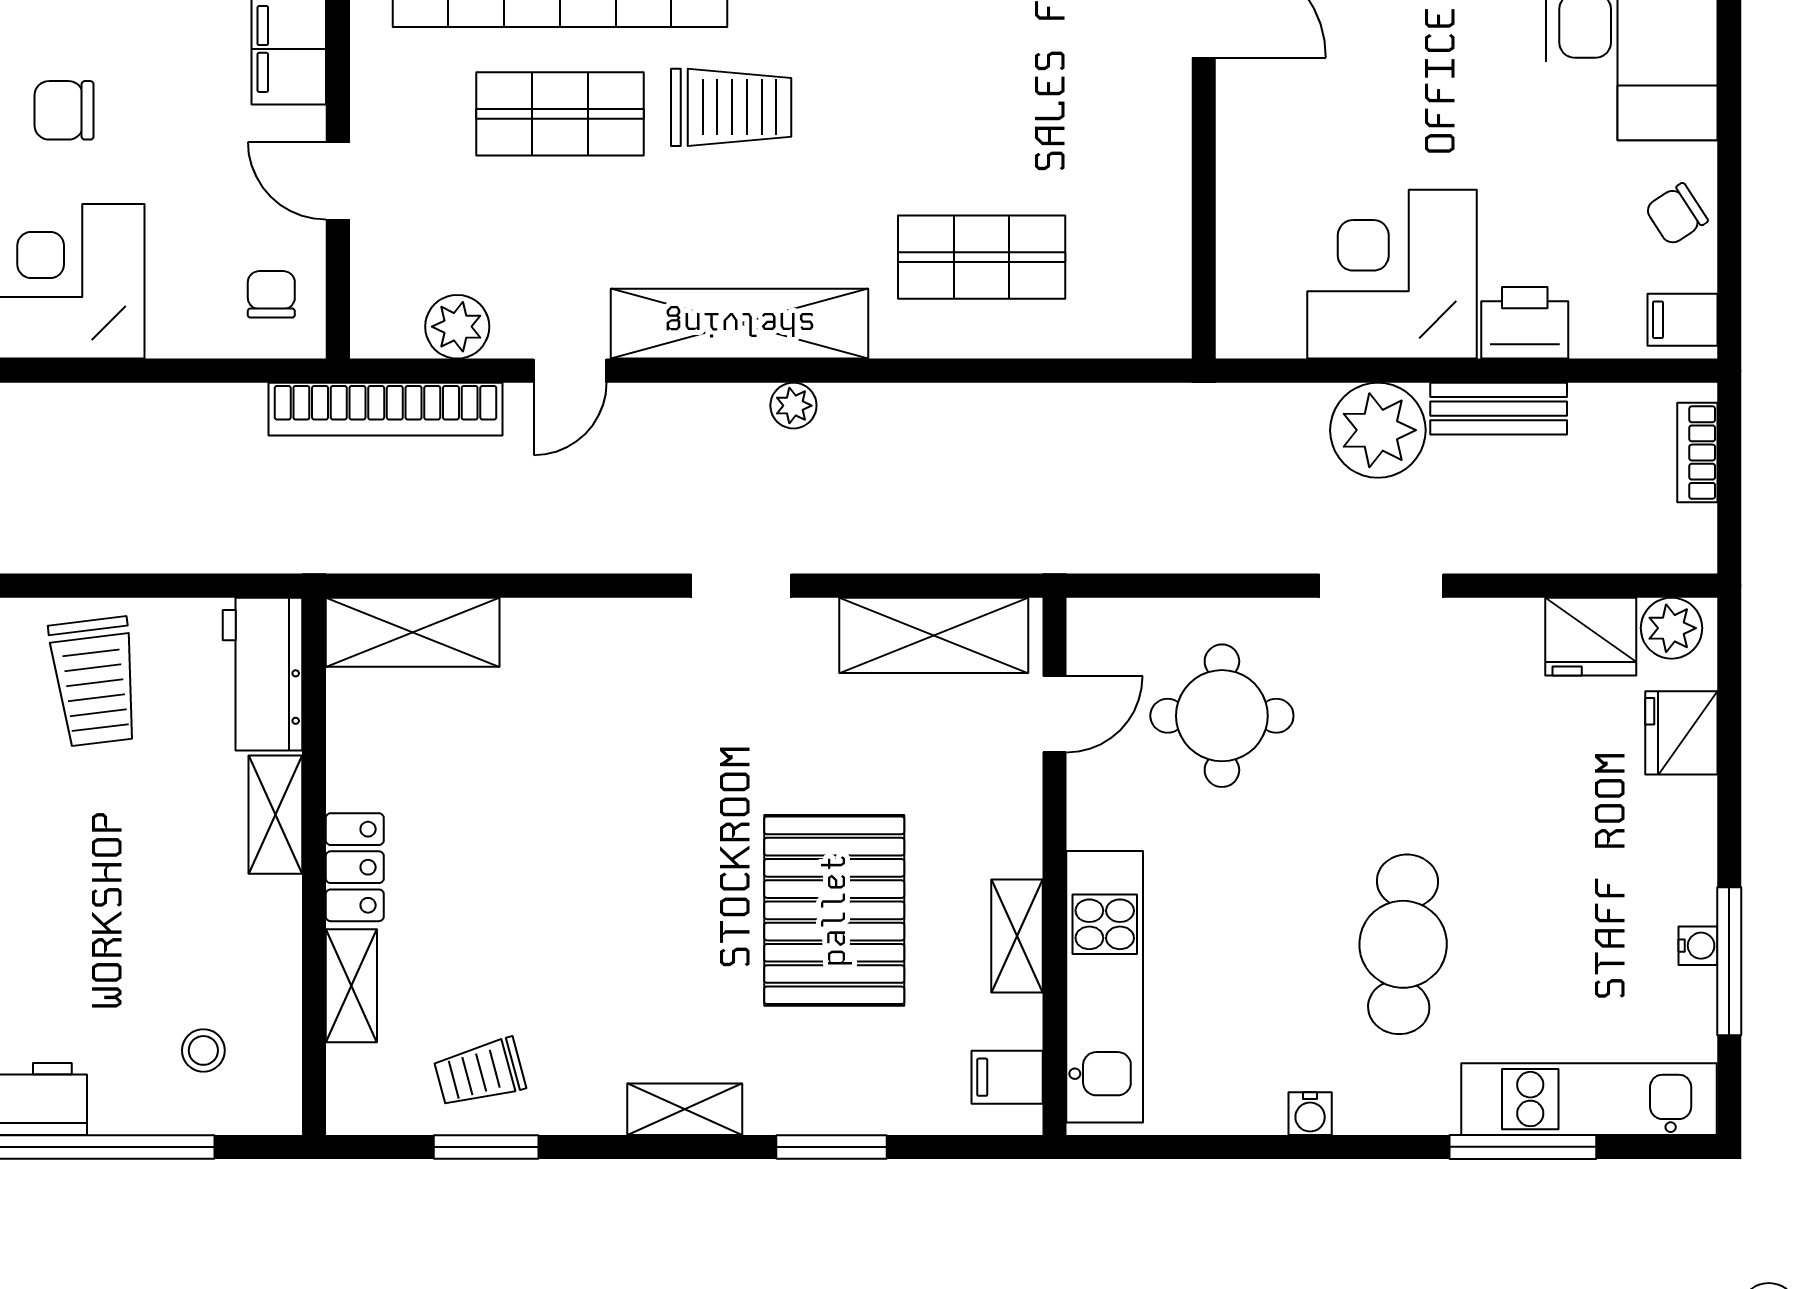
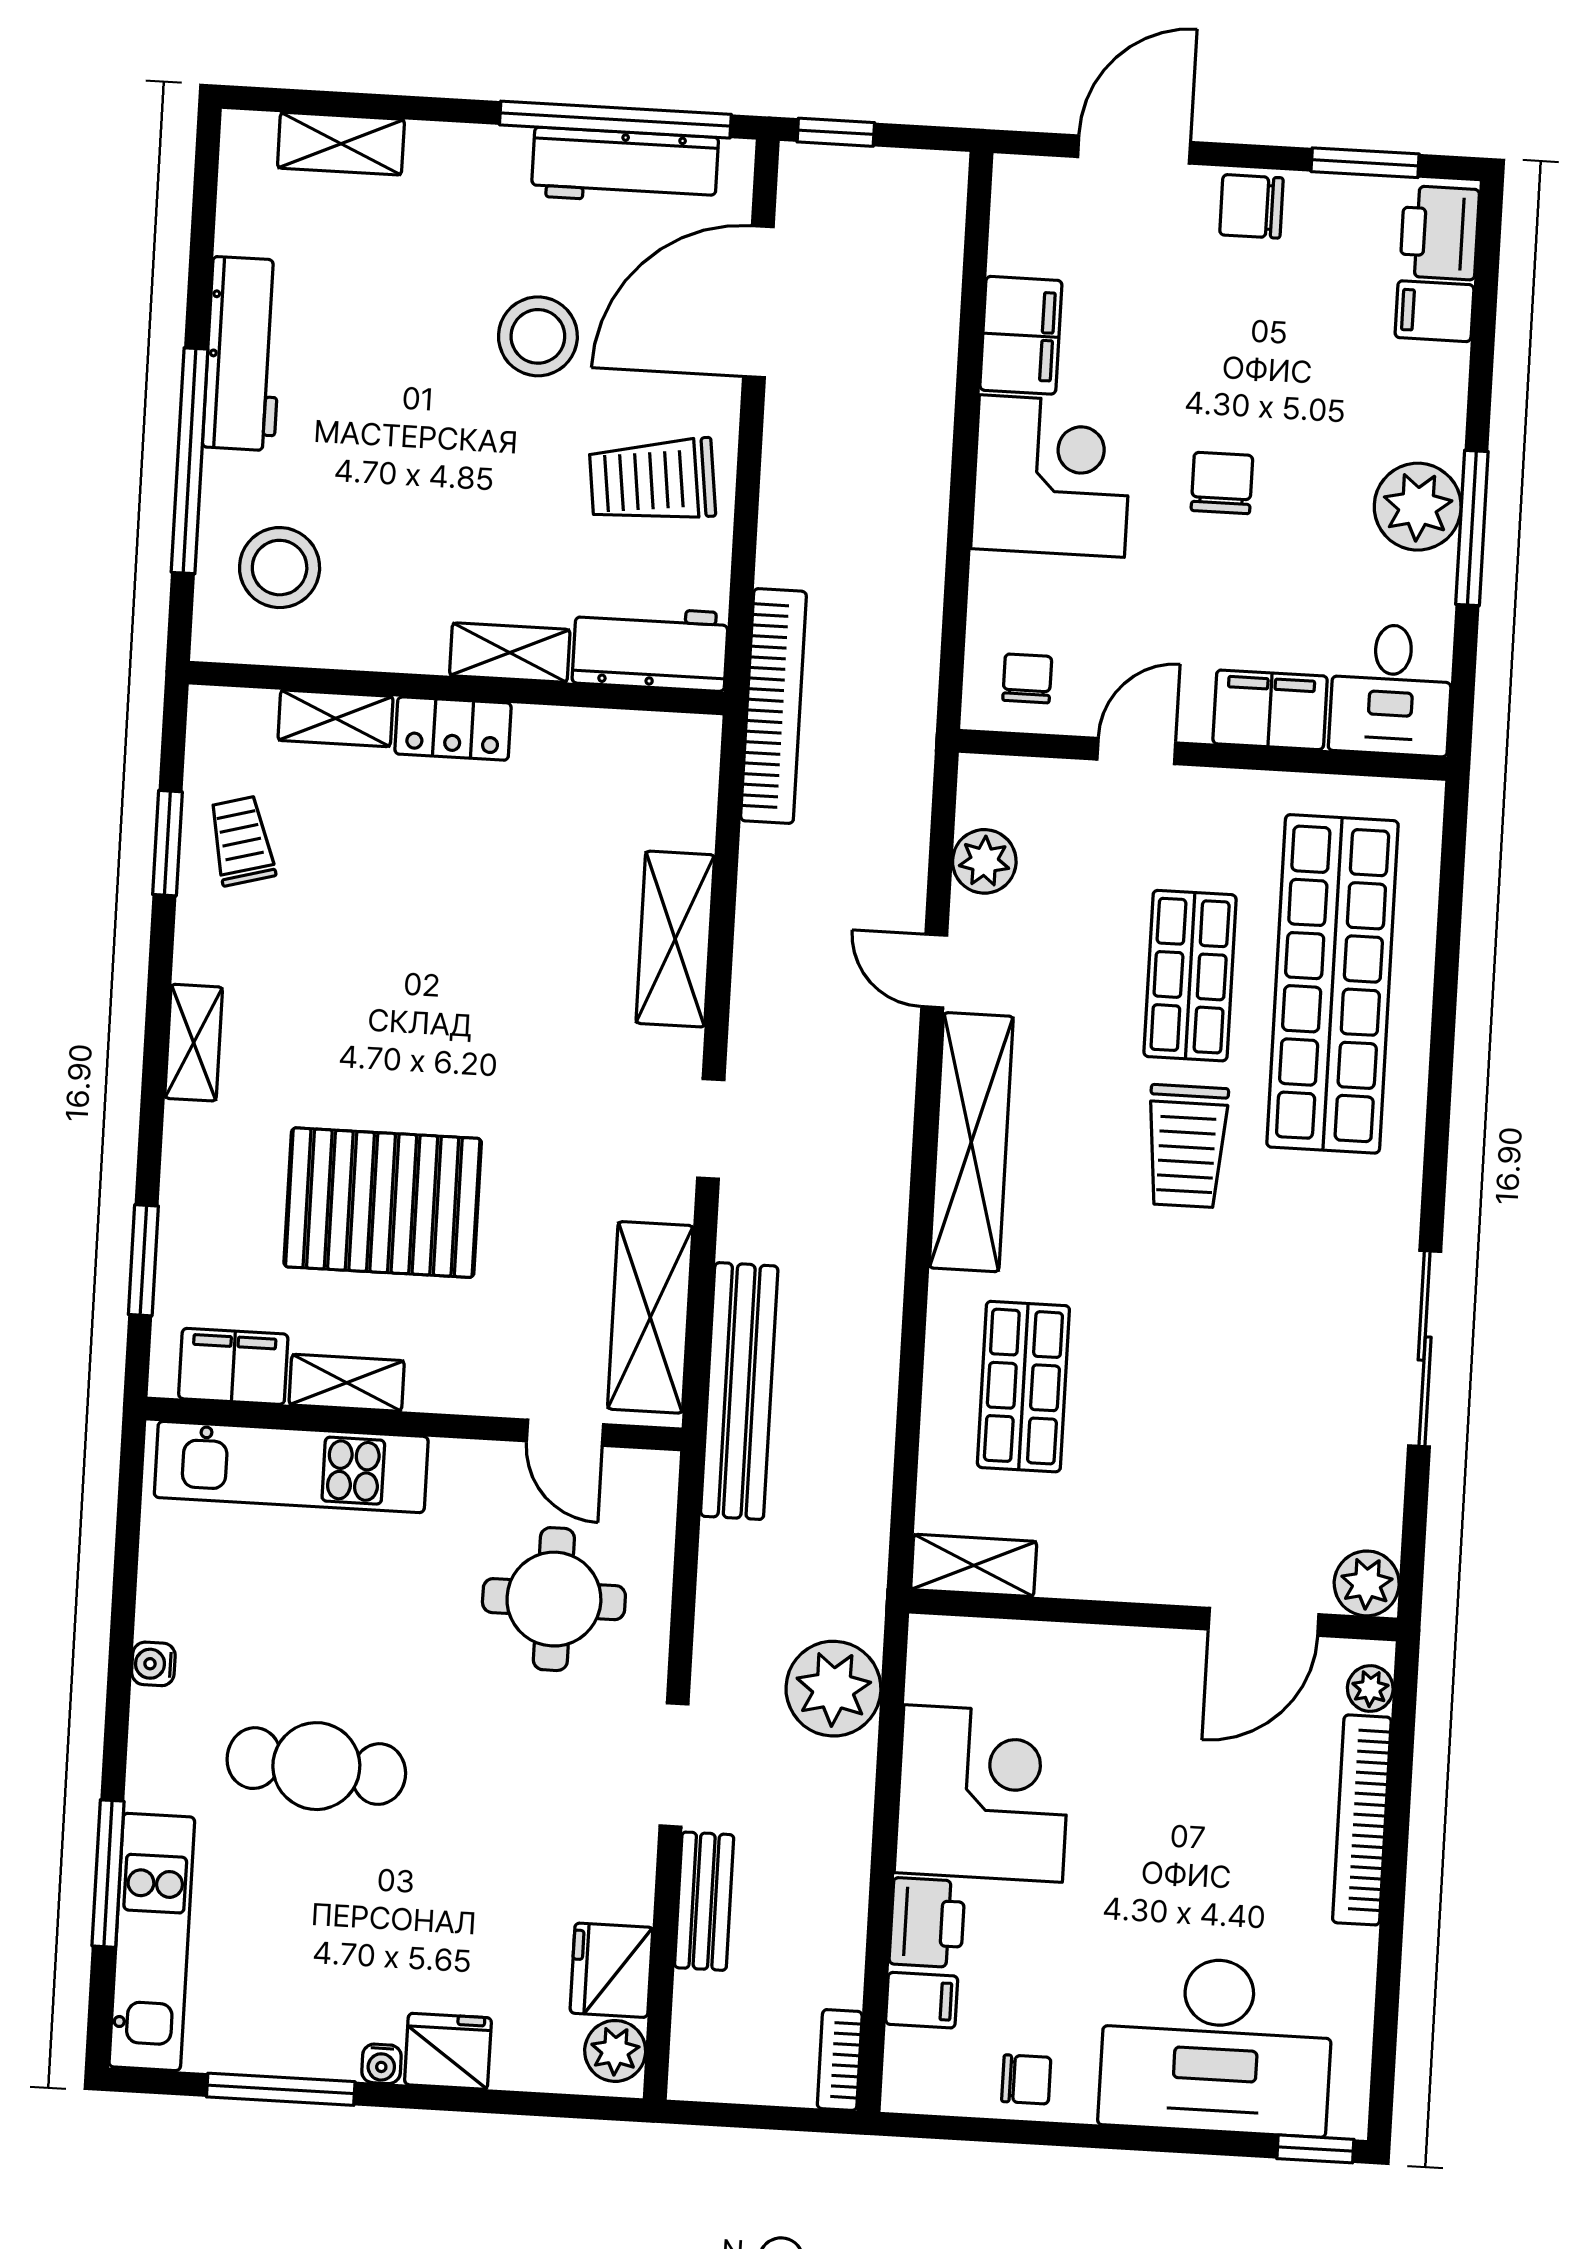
chair: (1676, 214) -> (1026, 2079), turned 123
chair: (271, 294) -> (1027, 678), turned -90
shelving: (1164, 297) -> (974, 1565), added
filing cabinet: (1682, 320) -> (922, 2000), moved, turned 90
plant: (793, 406) -> (887, 1191), removed
bookcase: (385, 409) -> (773, 706), moved, turned 180
bench: (1499, 409) -> (704, 1901), moved
plant: (1378, 430) -> (833, 1689), moved
bookcase: (1697, 453) -> (840, 2060), moved, turned -90
bench: (1003, 542) -> (739, 1391), added
shelving: (413, 632) -> (675, 939), moved
fridge: (1681, 733) -> (448, 2051), moved
water cooler: (1698, 946) -> (381, 2064), moved
stool: (203, 1050) -> (280, 568), width x1.89, depth x1.89
filing cabinet: (1007, 1077) -> (233, 1366), width x2.00
window: (832, 1147) -> (143, 1260), moved

